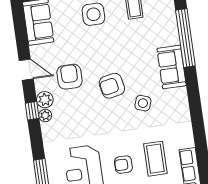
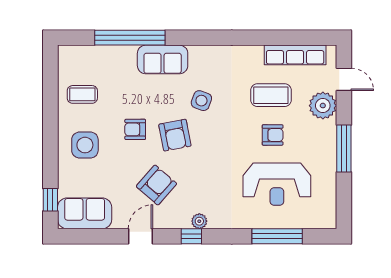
armchair: (112, 53) -> (135, 129), added
armchair: (69, 77) -> (156, 185), turned 131
plant: (45, 100) -> (180, 219), removed
armchair: (123, 165) -> (273, 135), turned -90

